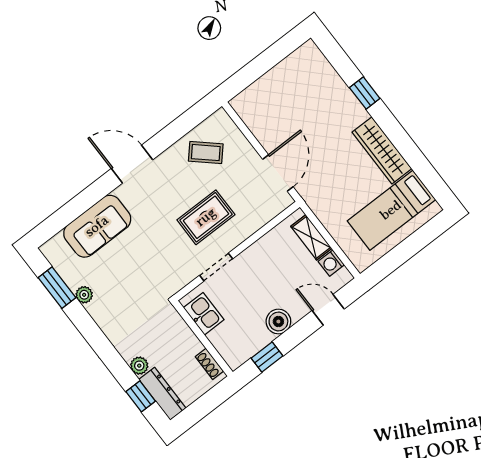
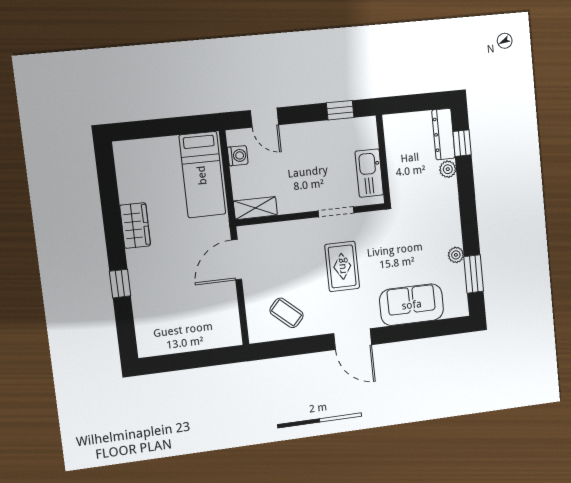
wardrobe: (382, 150) -> (135, 226), width x0.67
bed: (391, 210) -> (202, 175), moved, turned 90
rug: (206, 217) -> (342, 266), moved, turned 90
shelving: (311, 237) -> (255, 208), moved, turned 90
kitchen sink: (204, 314) -> (369, 173), width x1.38
boiler: (278, 321) -> (312, 134), removed
shoe rack: (209, 364) -> (391, 135), removed

